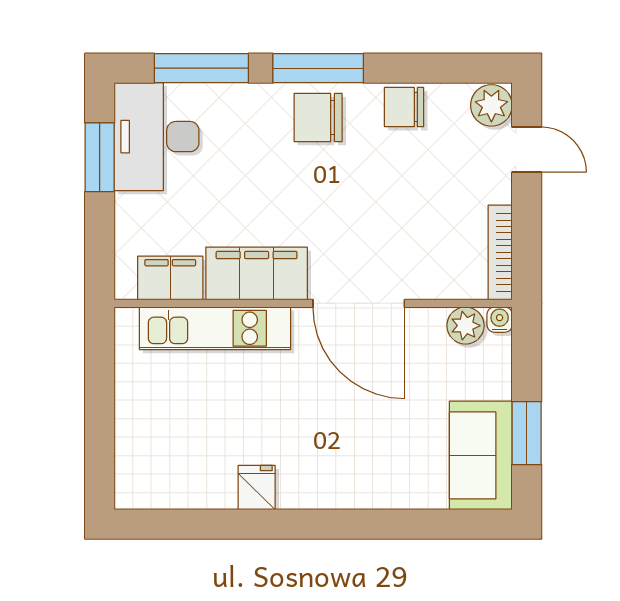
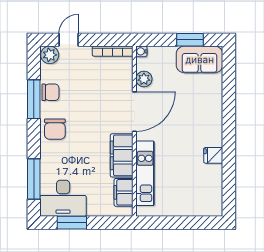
window: (318, 68) -> (34, 99), moved
chair: (404, 107) -> (50, 92), turned -90
plant: (465, 326) -> (144, 79), moved

